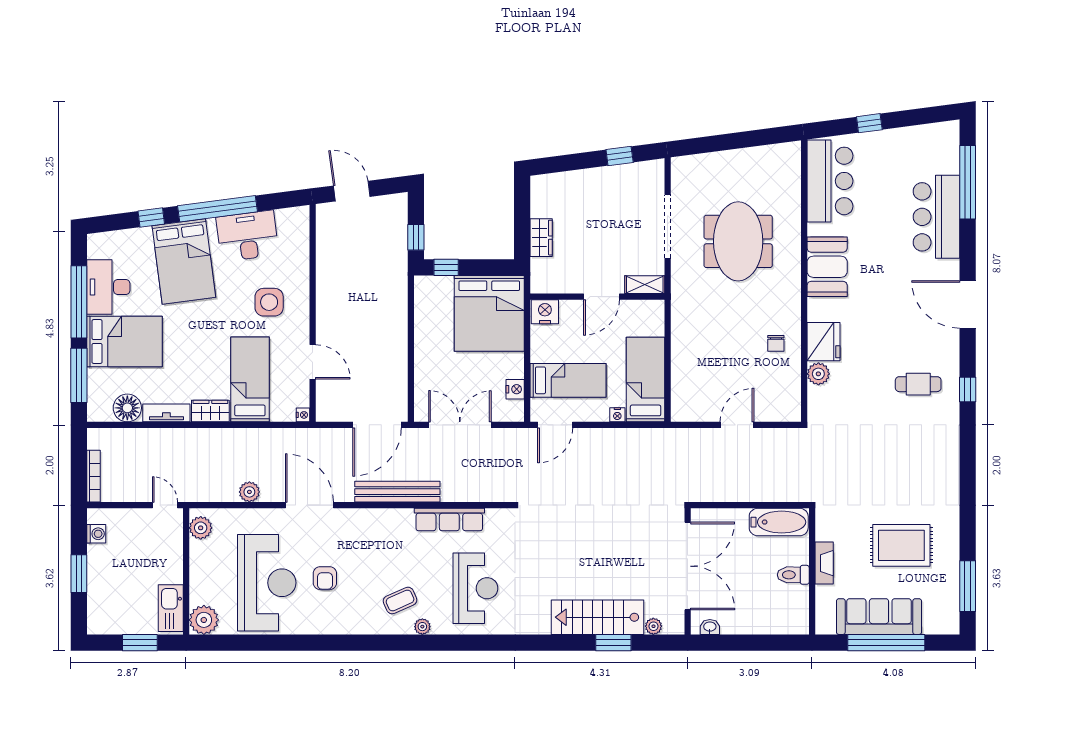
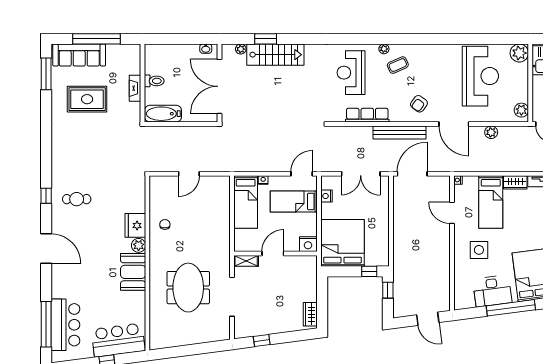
bar counter: (830, 181) -> (118, 340), moved, turned 83
bar counter: (936, 217) -> (65, 325), moved
wardrobe: (541, 238) -> (310, 314), moved
plant: (818, 374) -> (139, 245), moved
armchair: (325, 578) -> (419, 104), moved, turned -144
reception desk: (267, 583) -> (480, 76), turned 180
sofa: (879, 617) -> (79, 55), moved

